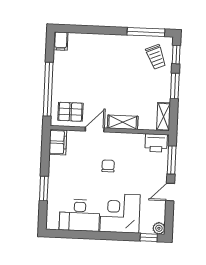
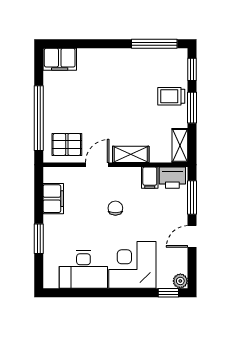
filing cabinet: (61, 41) -> (60, 59), width x2.00
trolley: (156, 57) -> (171, 96), moved, turned 113
filing cabinet: (58, 142) -> (53, 199), moved
filing cabinet: (138, 142) -> (150, 178), added

